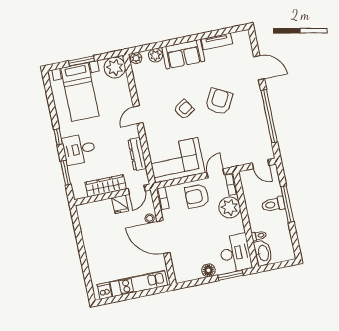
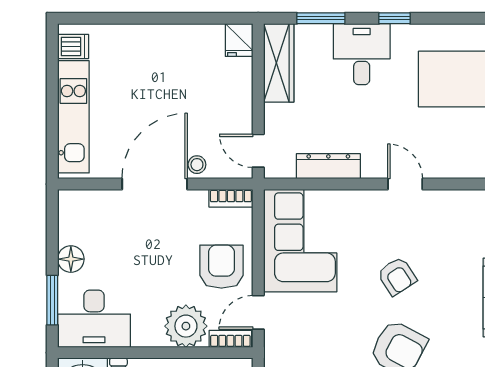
door: (216, 173) -> (258, 312), swing flipped
wardrobe: (106, 186) -> (279, 63), moved
fridge: (120, 204) -> (239, 40), moved, turned -90

